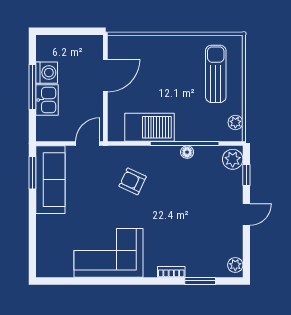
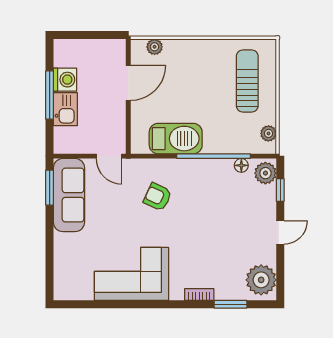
plant: (130, 42) -> (155, 47), added
door: (88, 144) -> (109, 156), swing flipped
floor lamp: (187, 152) -> (241, 165), moved
plant: (235, 265) -> (261, 280), width x1.87, depth x1.87

